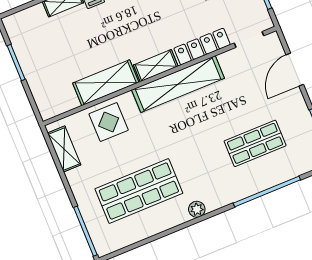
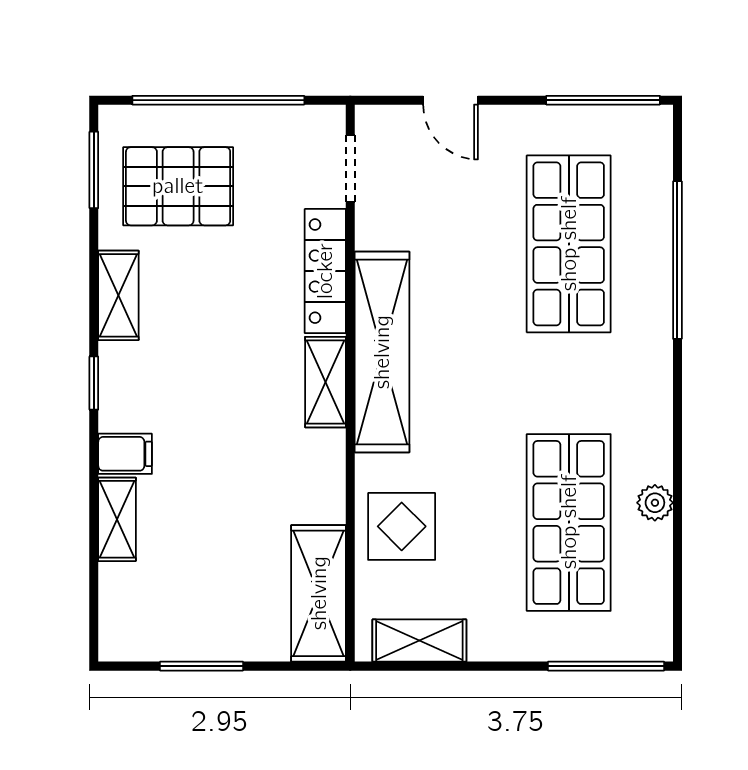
door: (295, 70) -> (451, 100), width x0.73
shelving: (106, 83) -> (319, 593), moved
shop shelf: (255, 143) -> (569, 244), width x1.43, depth x1.36
plant: (197, 209) -> (655, 503), moved

